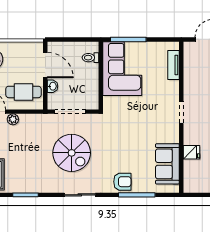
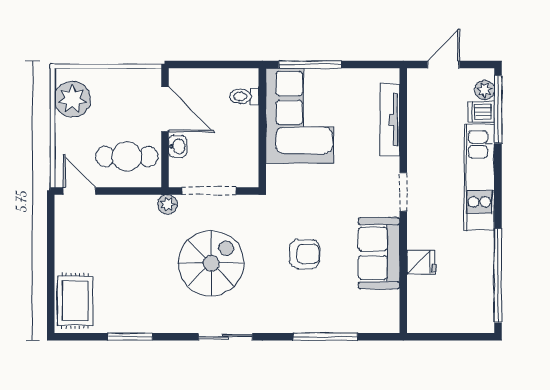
tv unit: (174, 65) -> (390, 120), width x1.41
plant: (13, 119) -> (167, 204), moved
spiral stairs: (72, 153) -> (211, 263), turned -90
sofa: (167, 164) -> (379, 253), moved
armchair: (122, 182) -> (305, 254), moved

